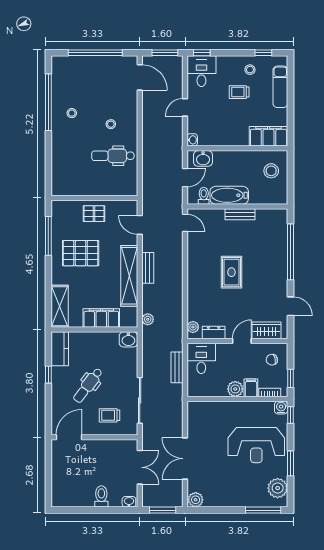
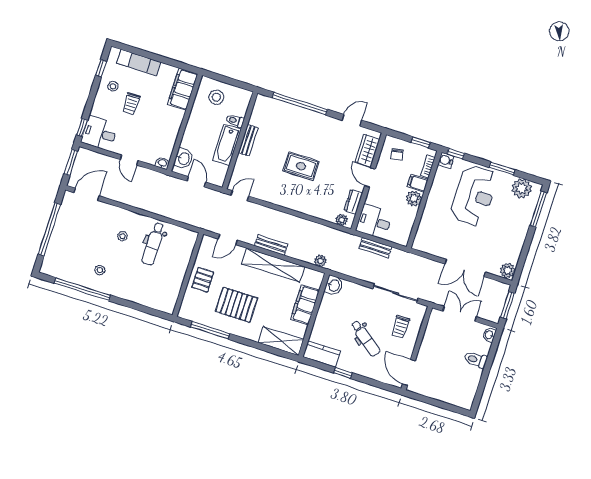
toilet: (204, 196) -> (235, 121), moved
pallet: (81, 253) -> (237, 305), turned 90

